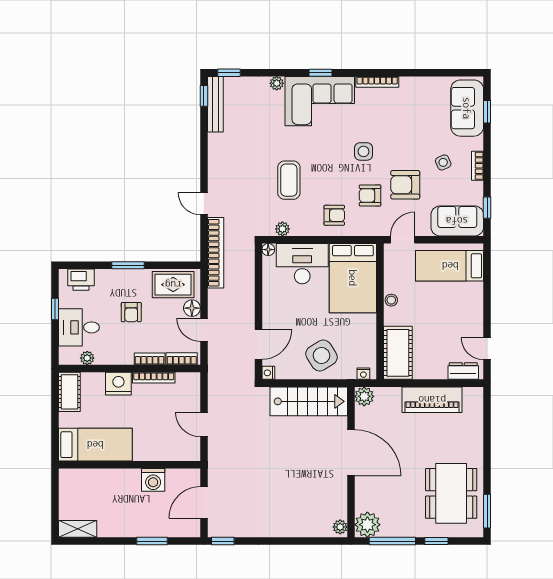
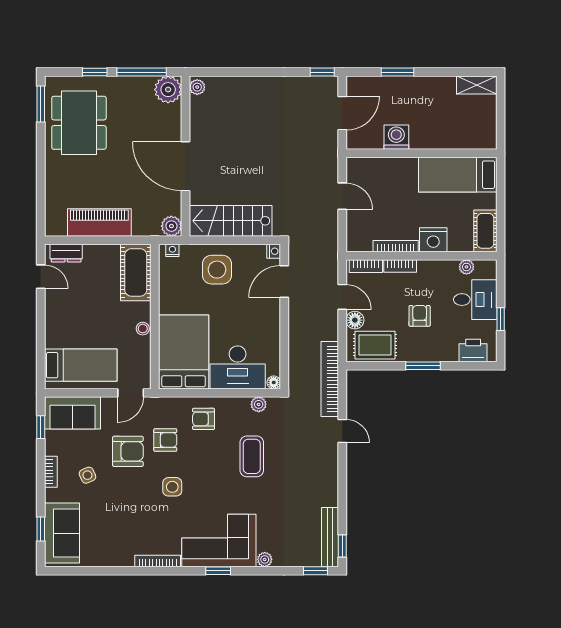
side table: (322, 356) -> (217, 270), turned 32

